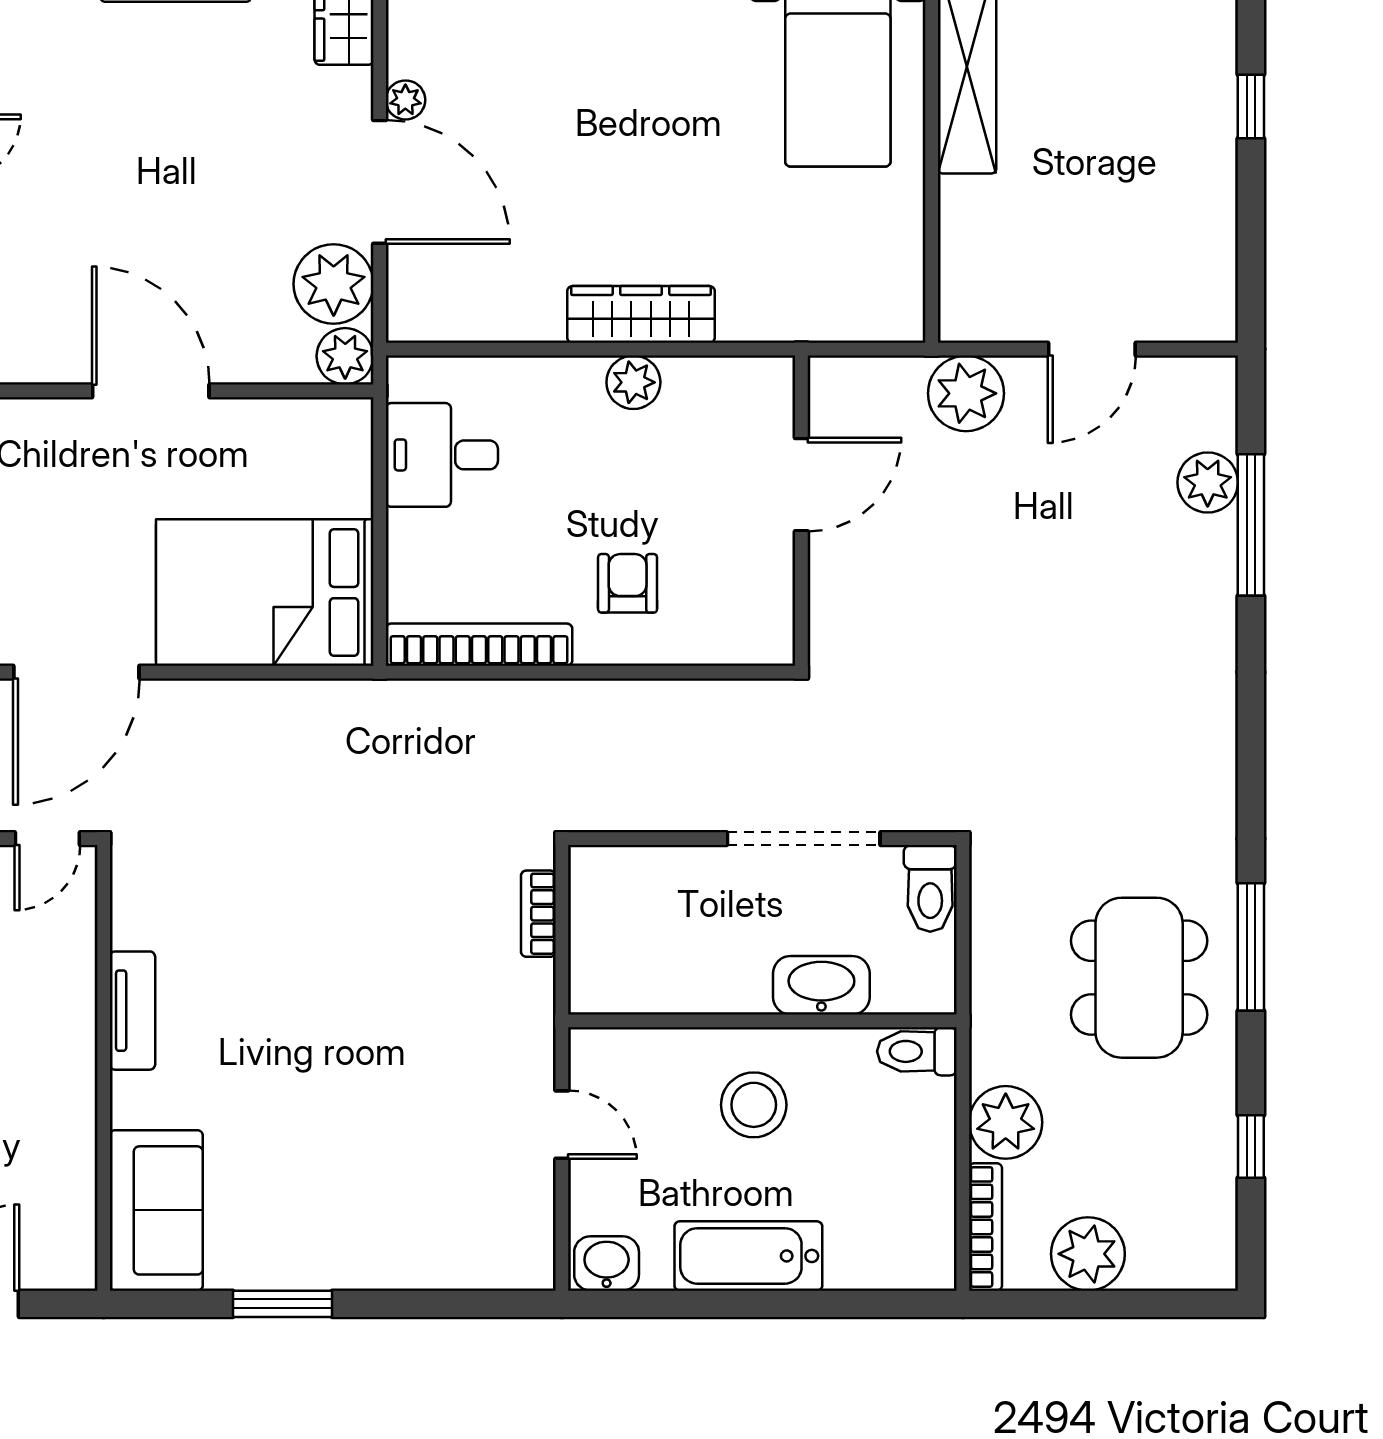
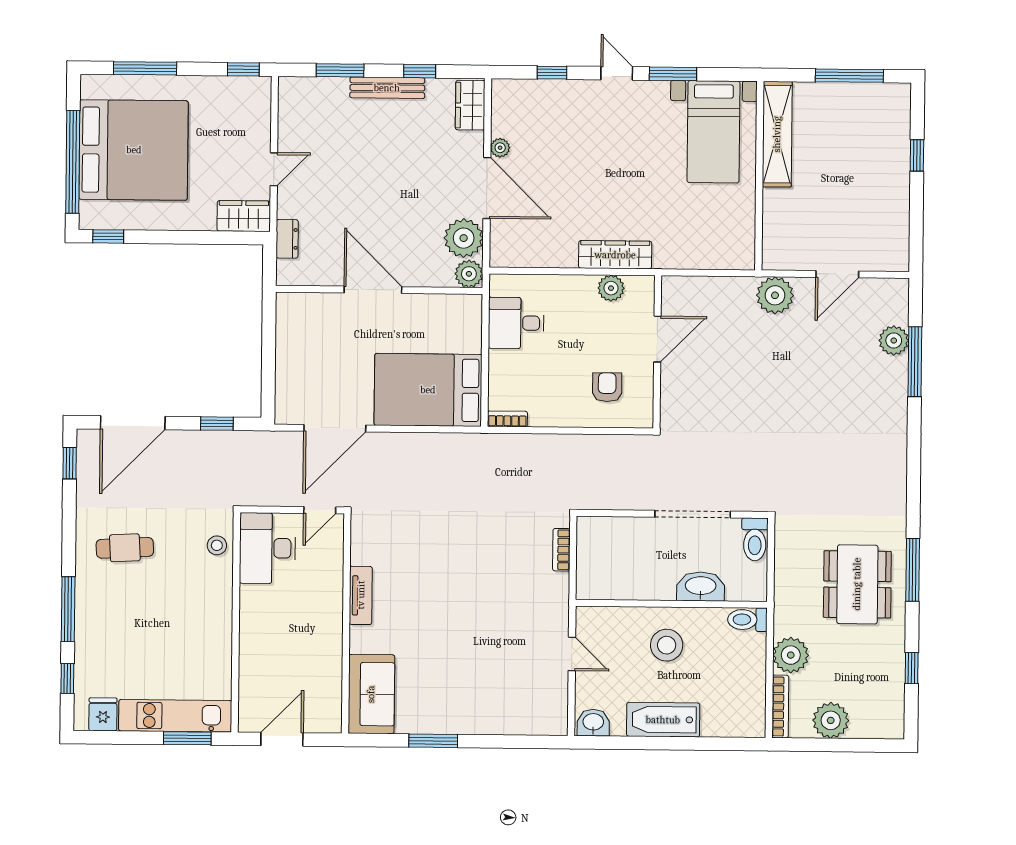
door: (801, 485) -> (657, 339), moved
wall: (801, 511) -> (657, 352), moved
bookcase: (479, 645) -> (507, 419), width x0.43, depth x0.76

